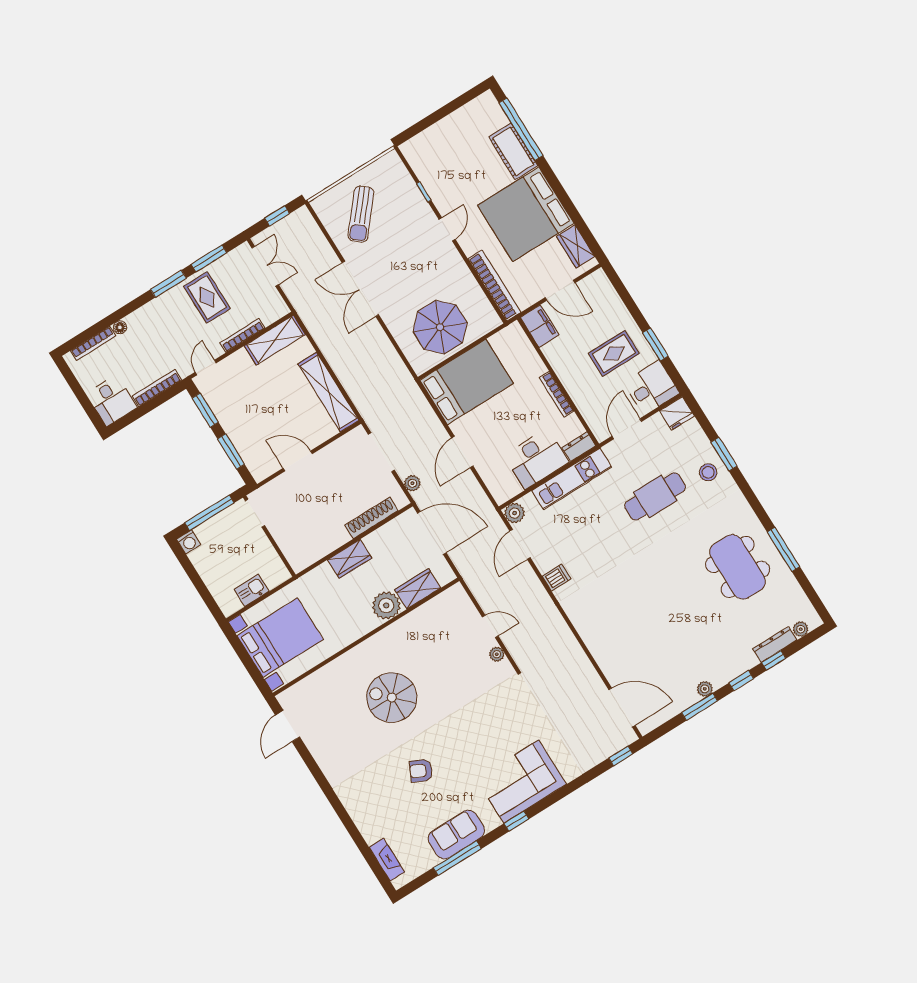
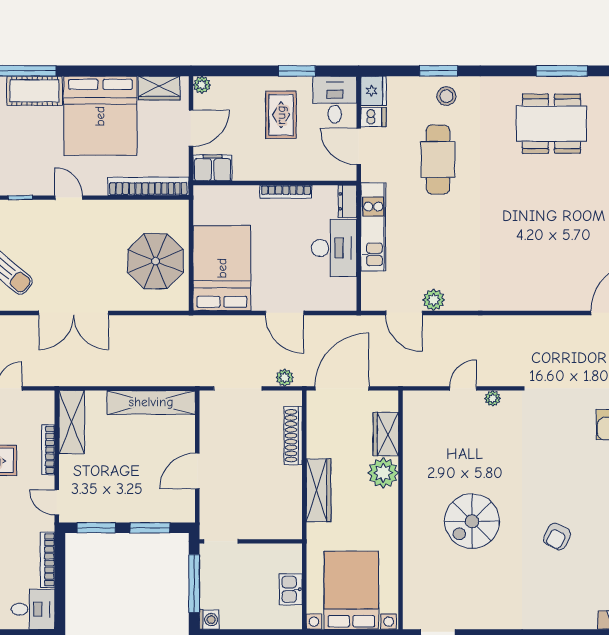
plant: (599, 278) -> (202, 85), added
plant: (515, 513) -> (434, 300), moved
wardrobe: (350, 559) -> (318, 490), width x1.50
dishwasher: (557, 578) -> (373, 117), moved, turned 90

